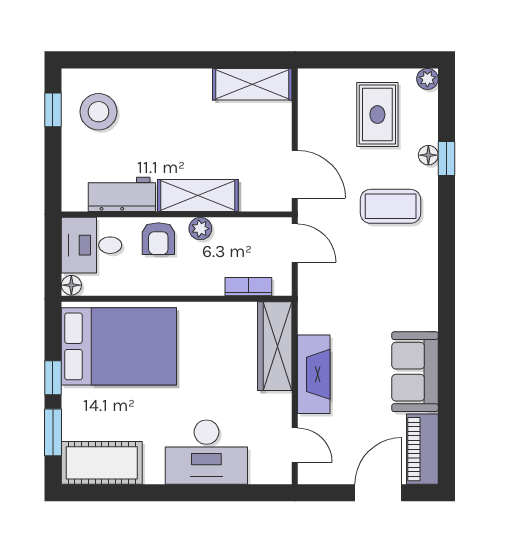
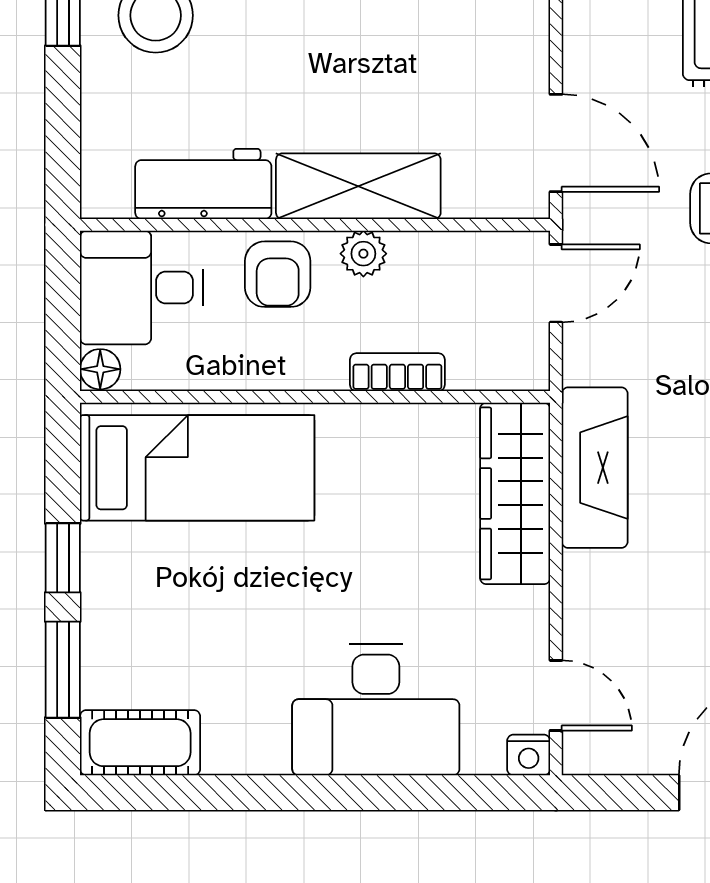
door: (295, 243) -> (556, 283), hinge flipped
bookcase: (248, 287) -> (397, 372), moved
bed: (119, 346) -> (197, 468), width x0.67
fireplace: (314, 374) -> (595, 468), moved
cot: (102, 463) -> (140, 743), width x0.73, depth x0.75
nightstand: (281, 474) -> (529, 755), added

